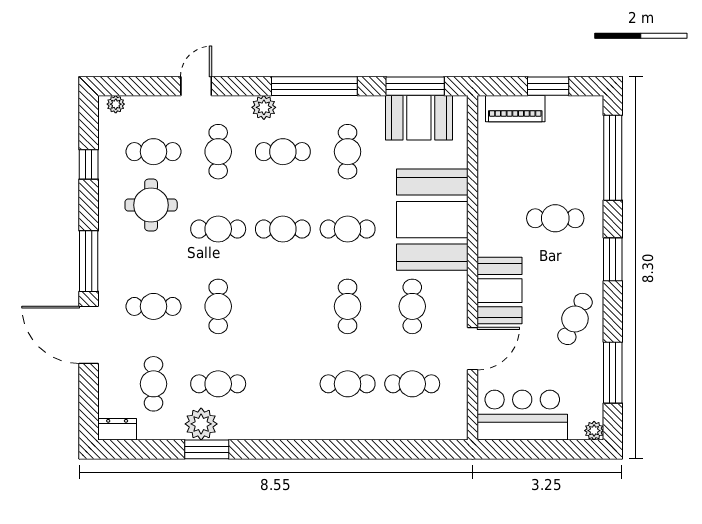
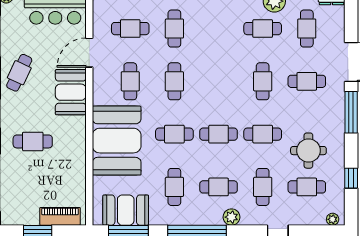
cafe table: (348, 384) -> (174, 29), turned 90

